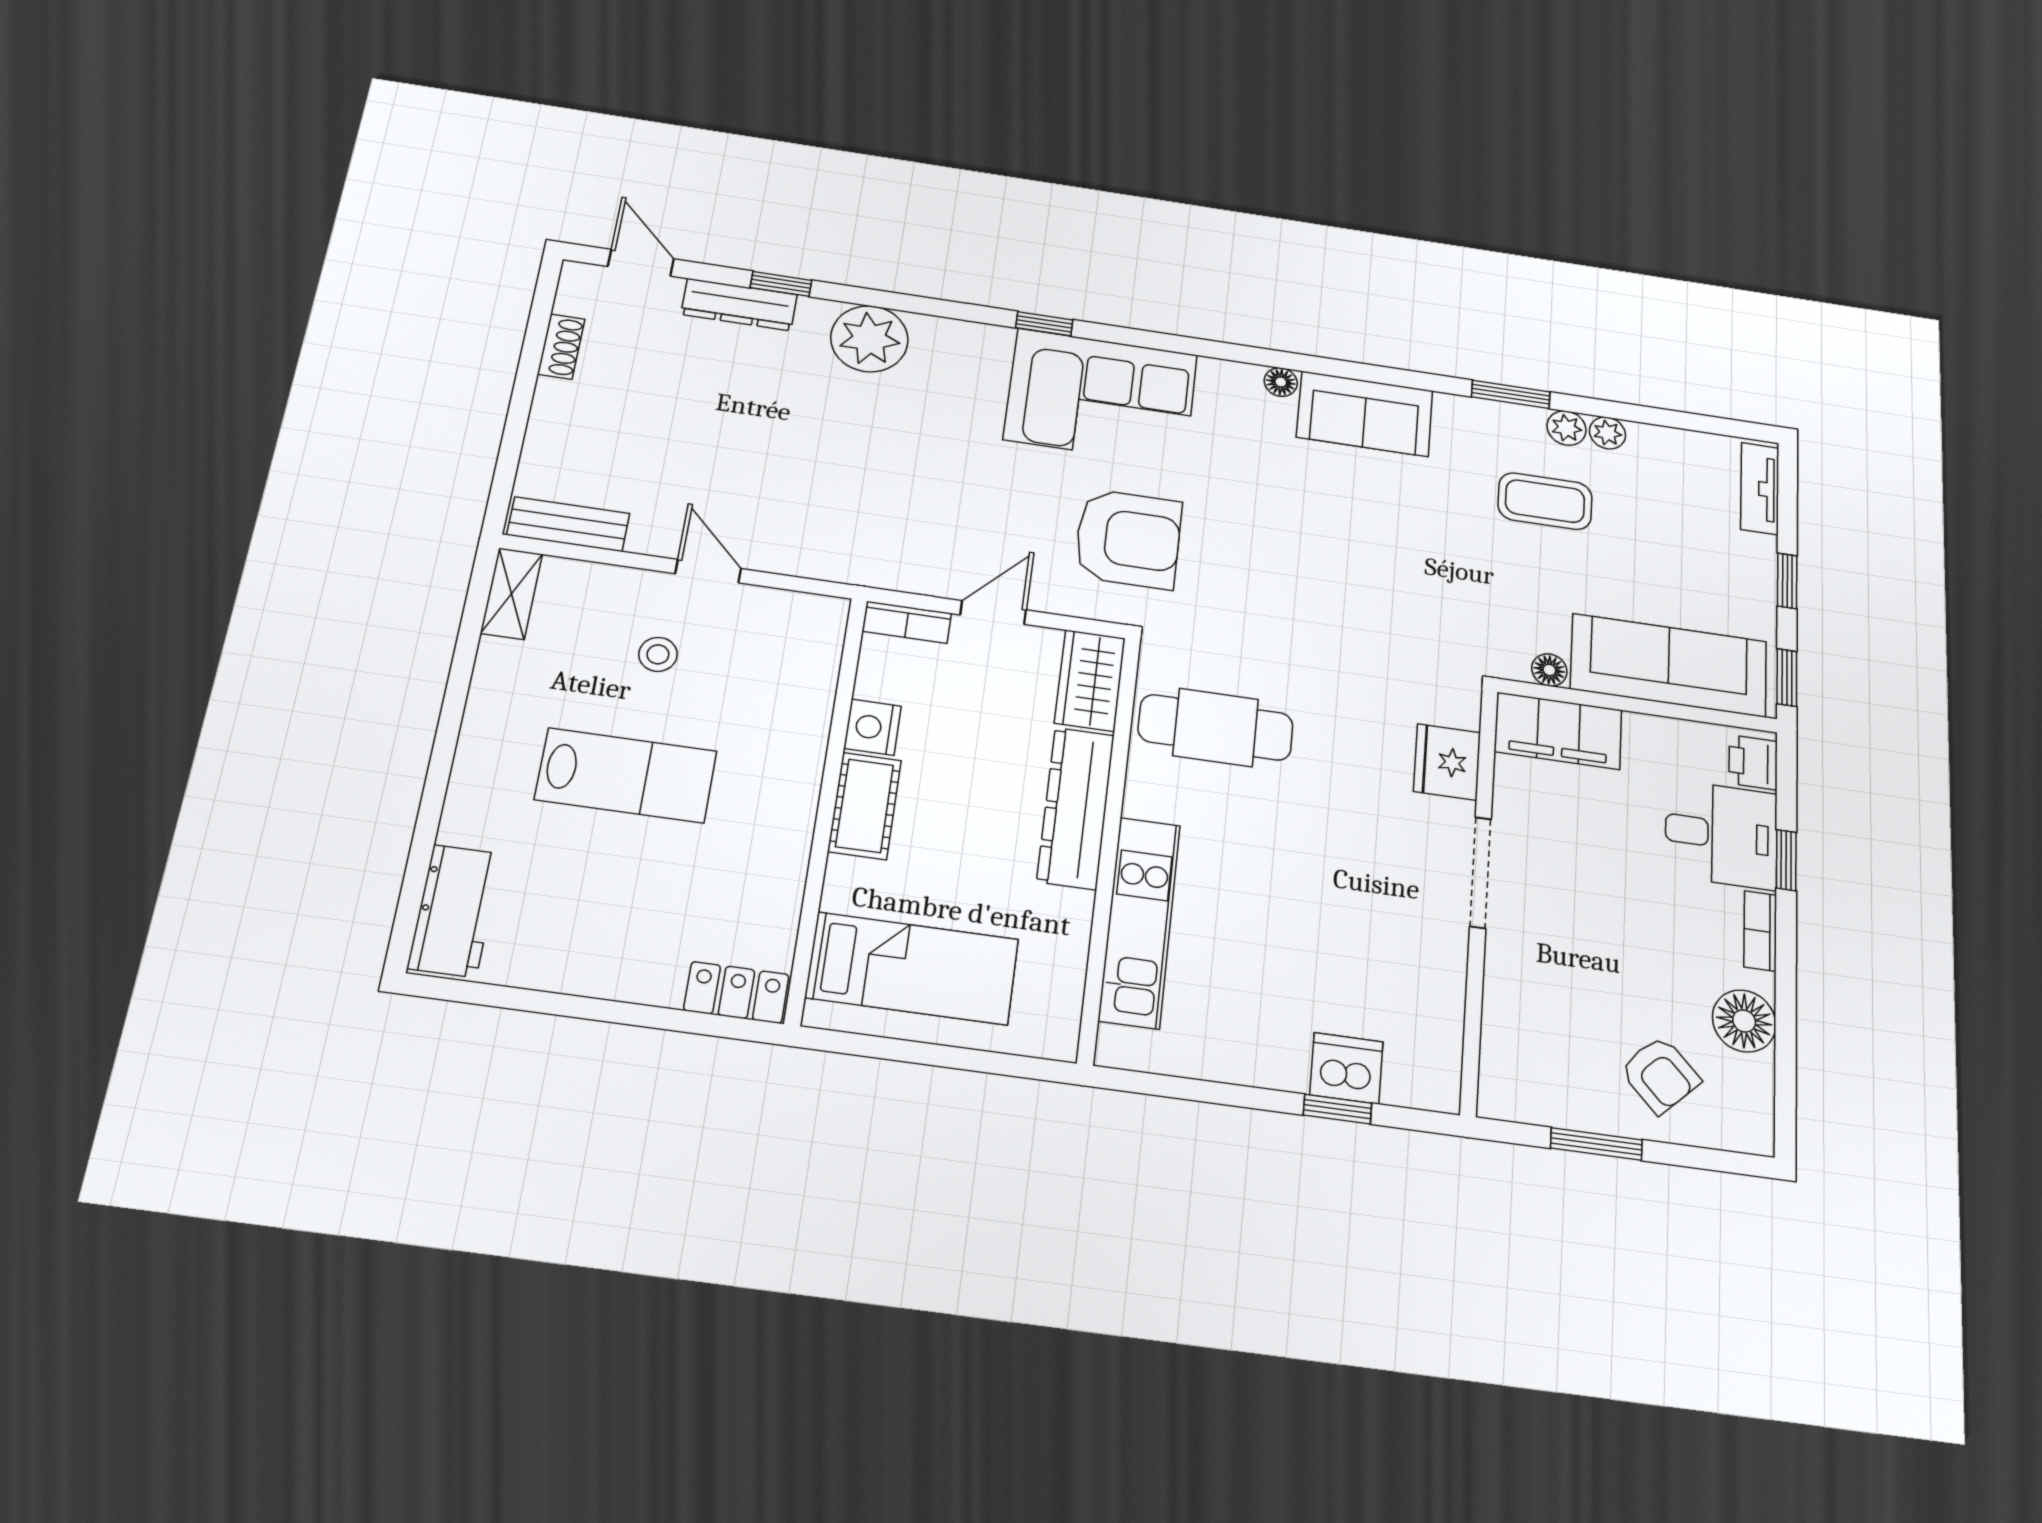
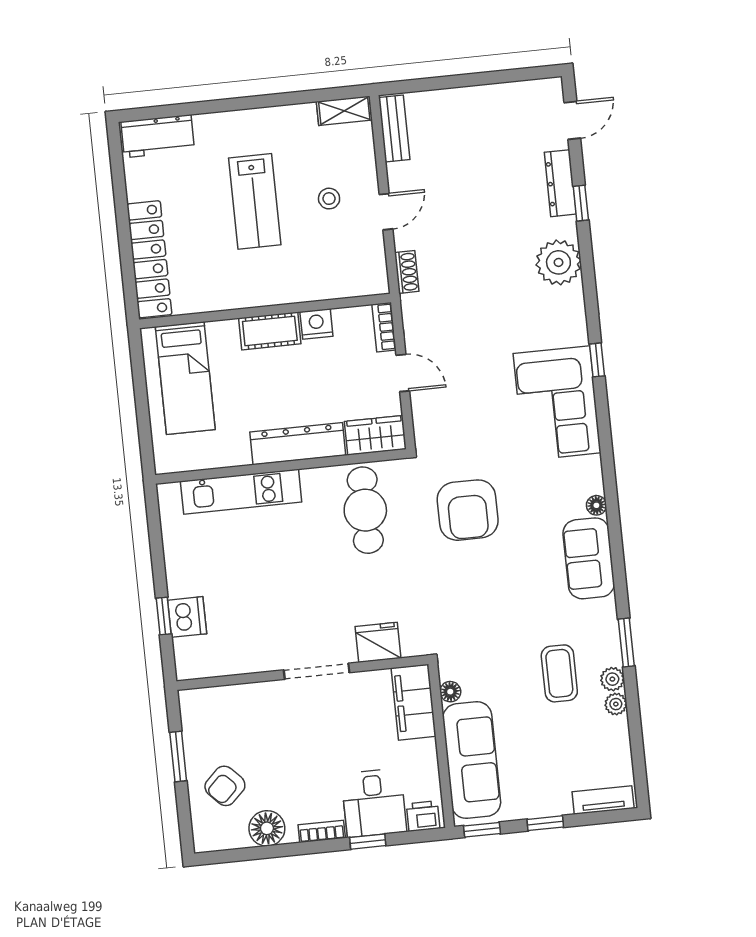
shoe rack: (561, 347) -> (407, 272), moved, turned -90
armchair: (1128, 539) -> (468, 510), moved
locker: (736, 992) -> (149, 259), width x2.16, depth x1.21

